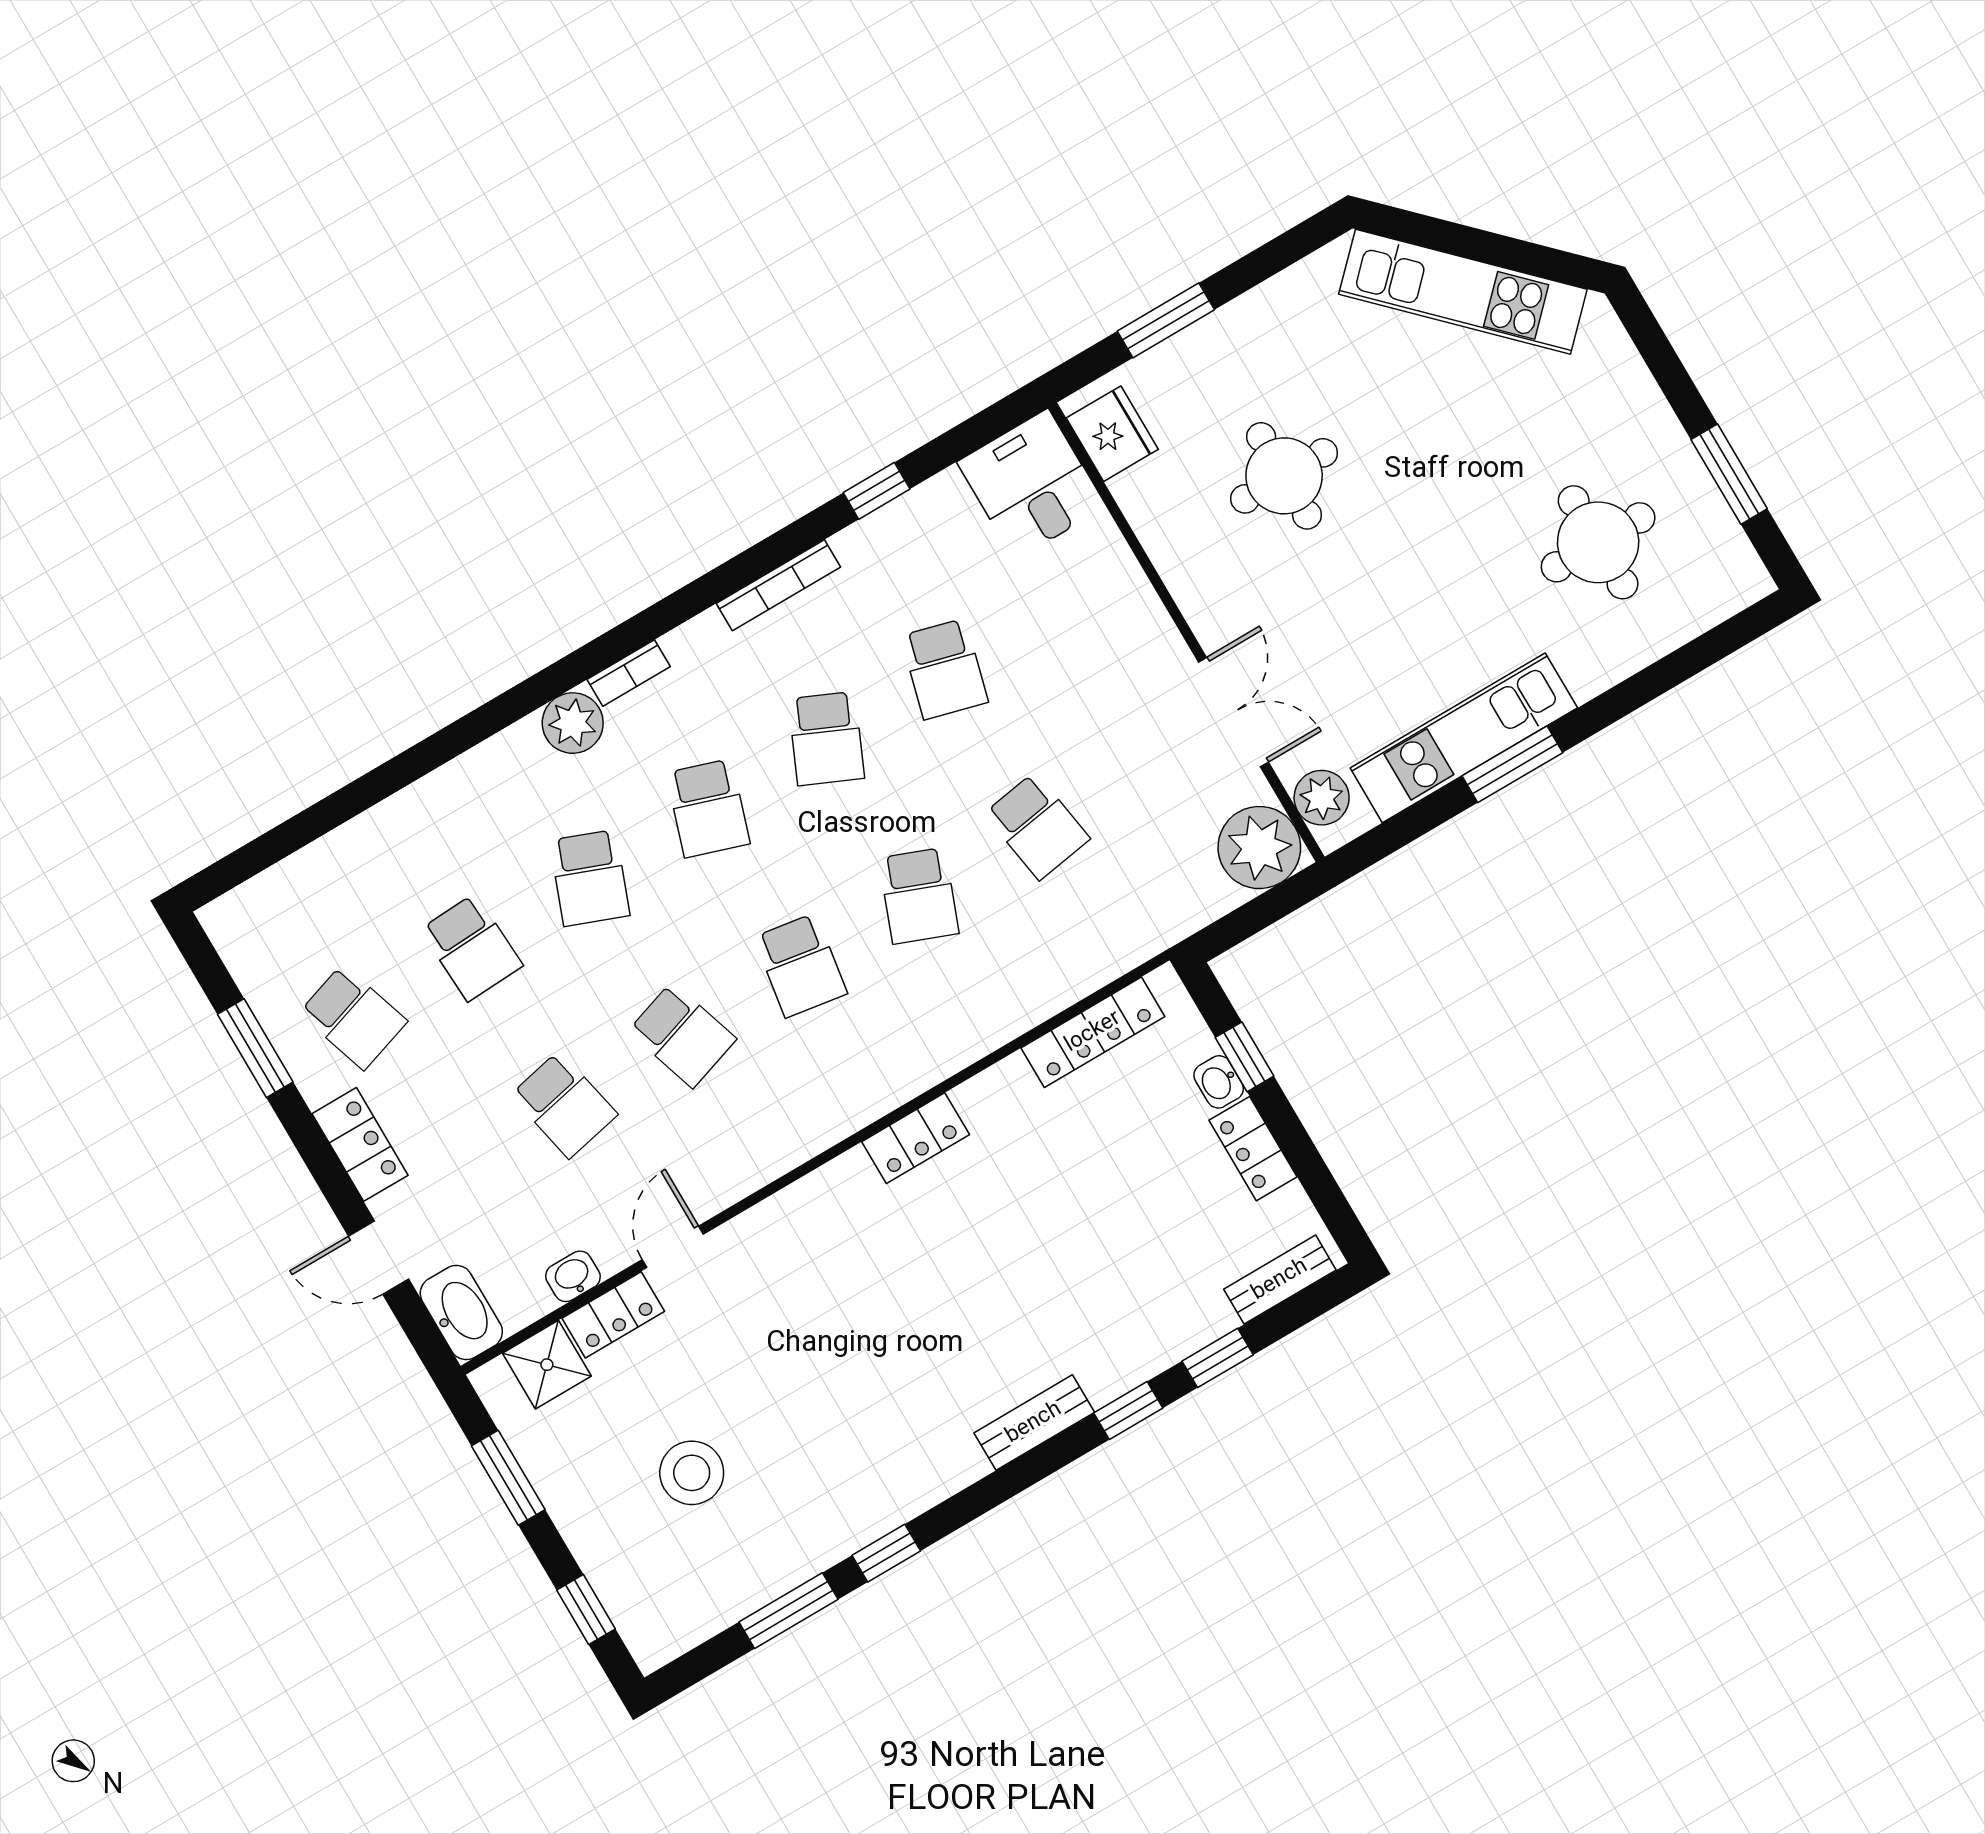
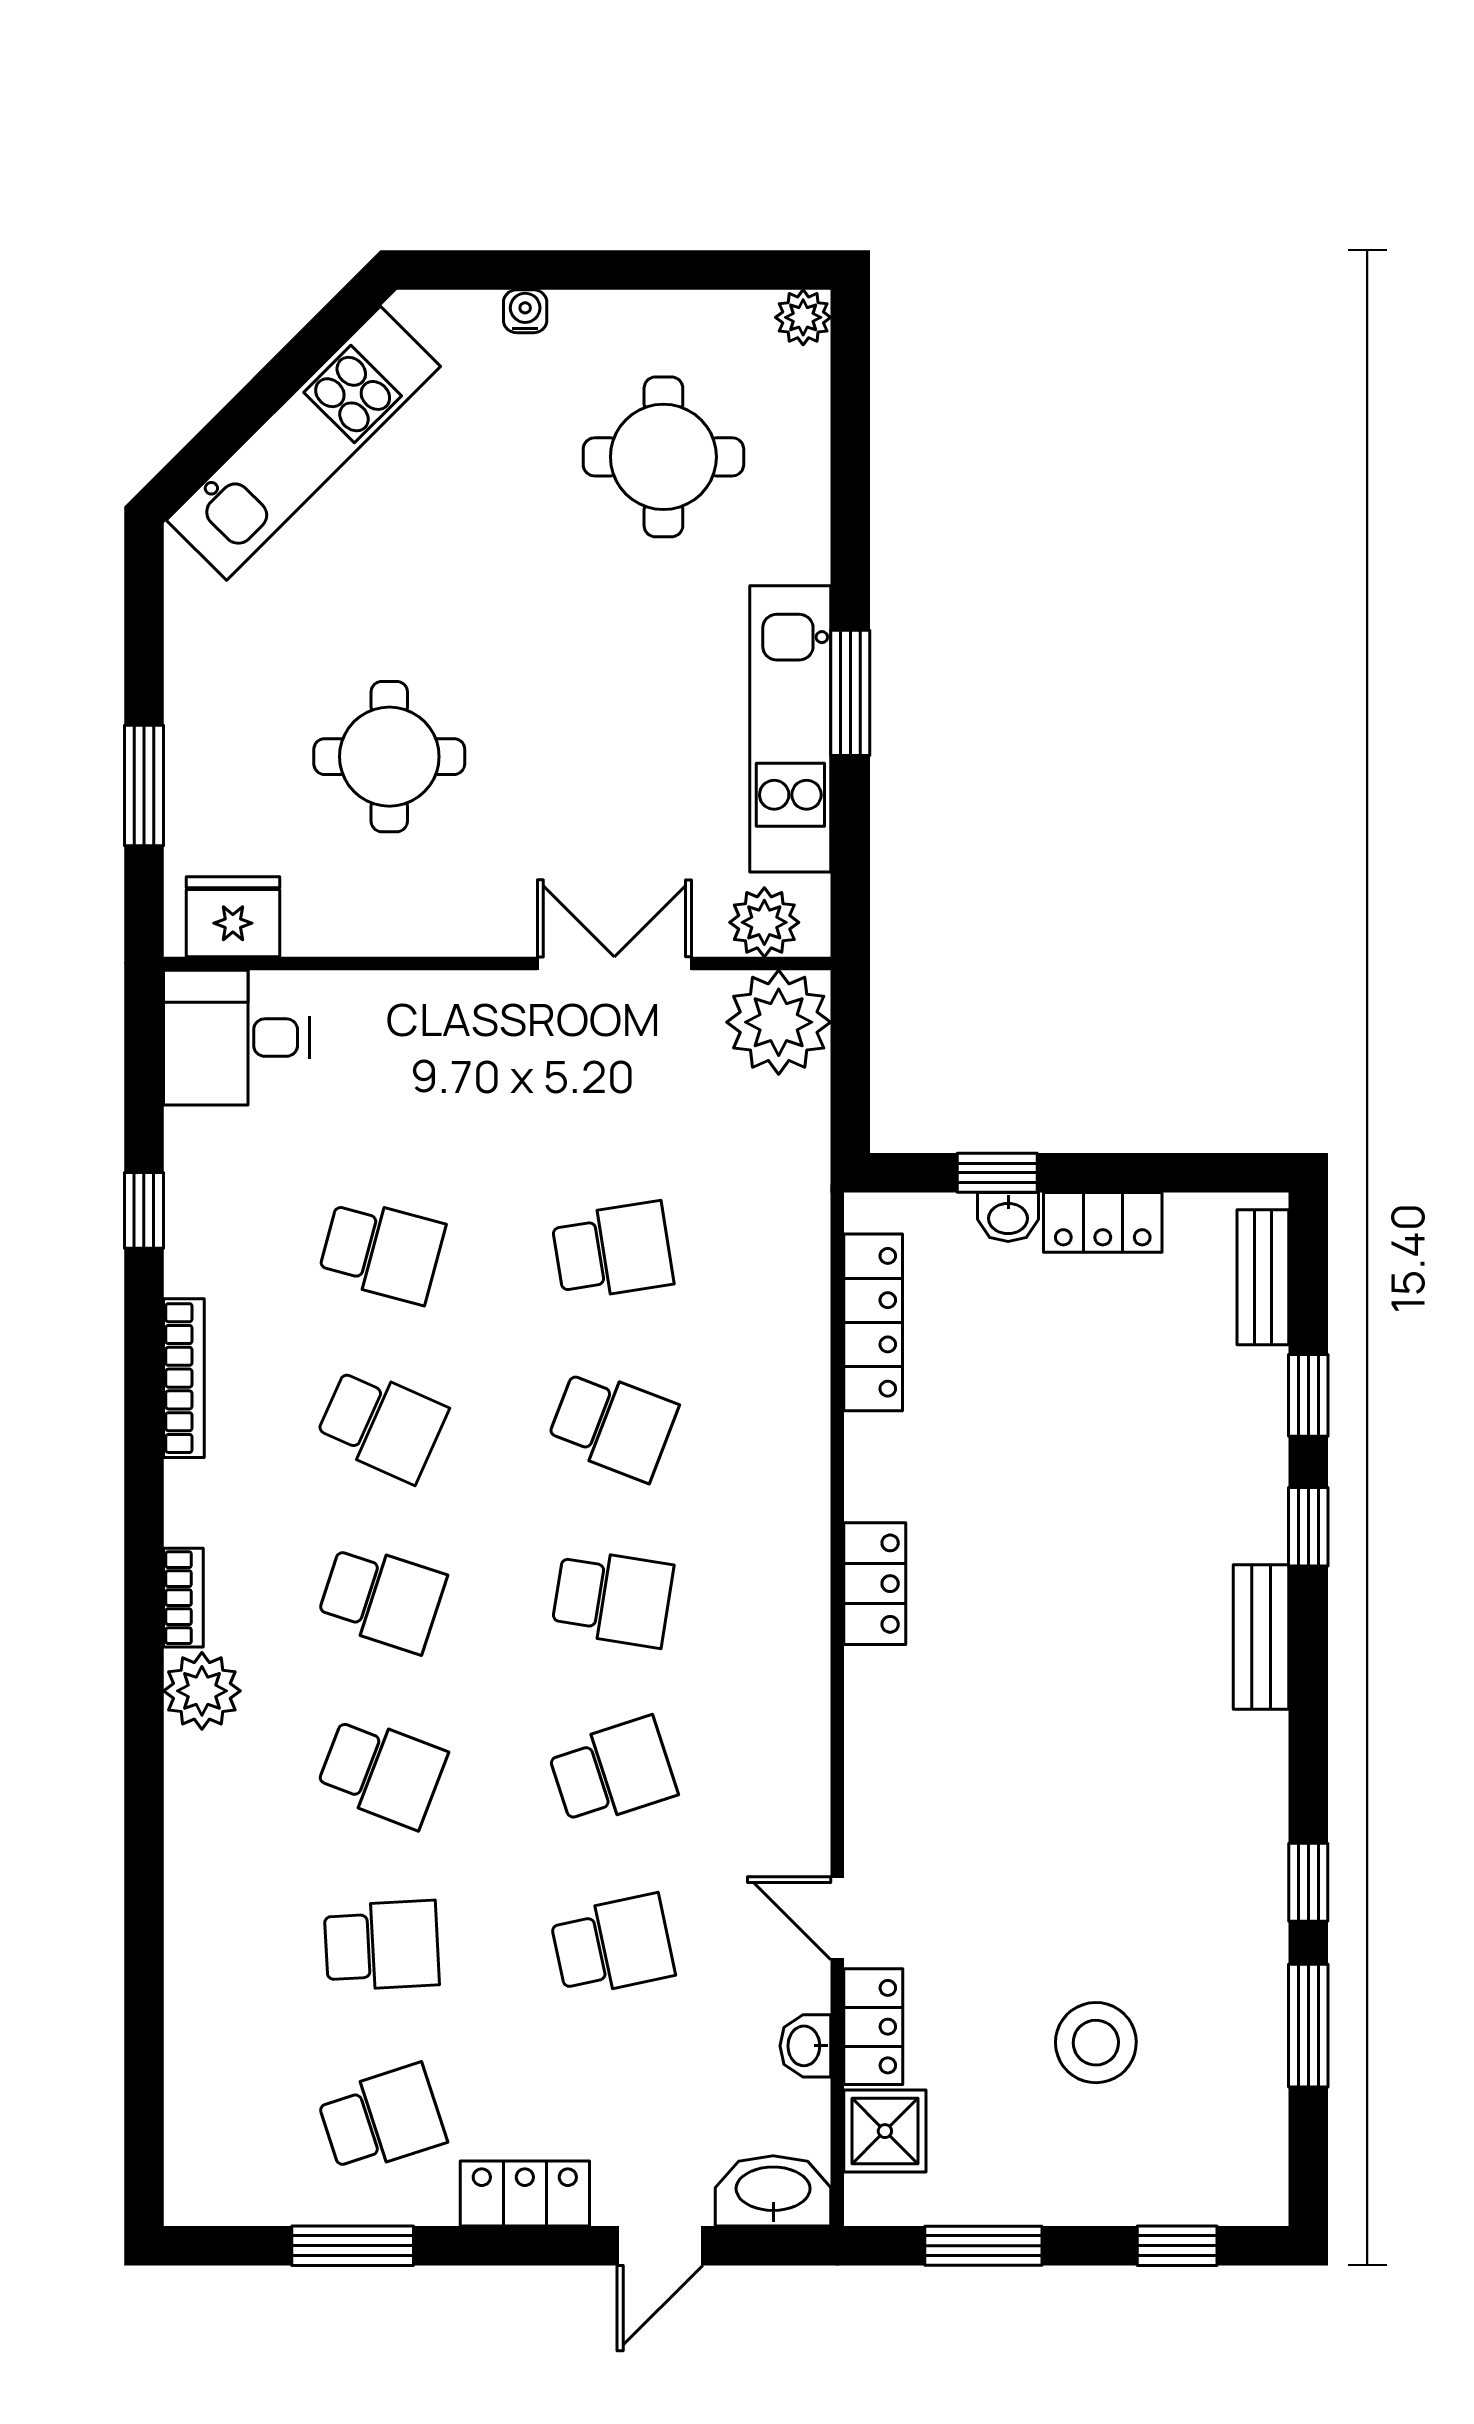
water cooler: (1642, 390) -> (525, 311), added
window: (1729, 474) -> (673, 270), removed
plant: (1749, 581) -> (803, 317), added

